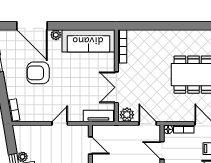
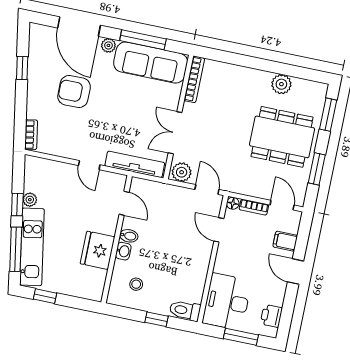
window: (80, 26) -> (143, 40), added
plant: (185, 37) -> (281, 84), added
tv unit: (98, 116) -> (135, 164), width x1.41
door: (60, 123) -> (89, 165), swing flipped

